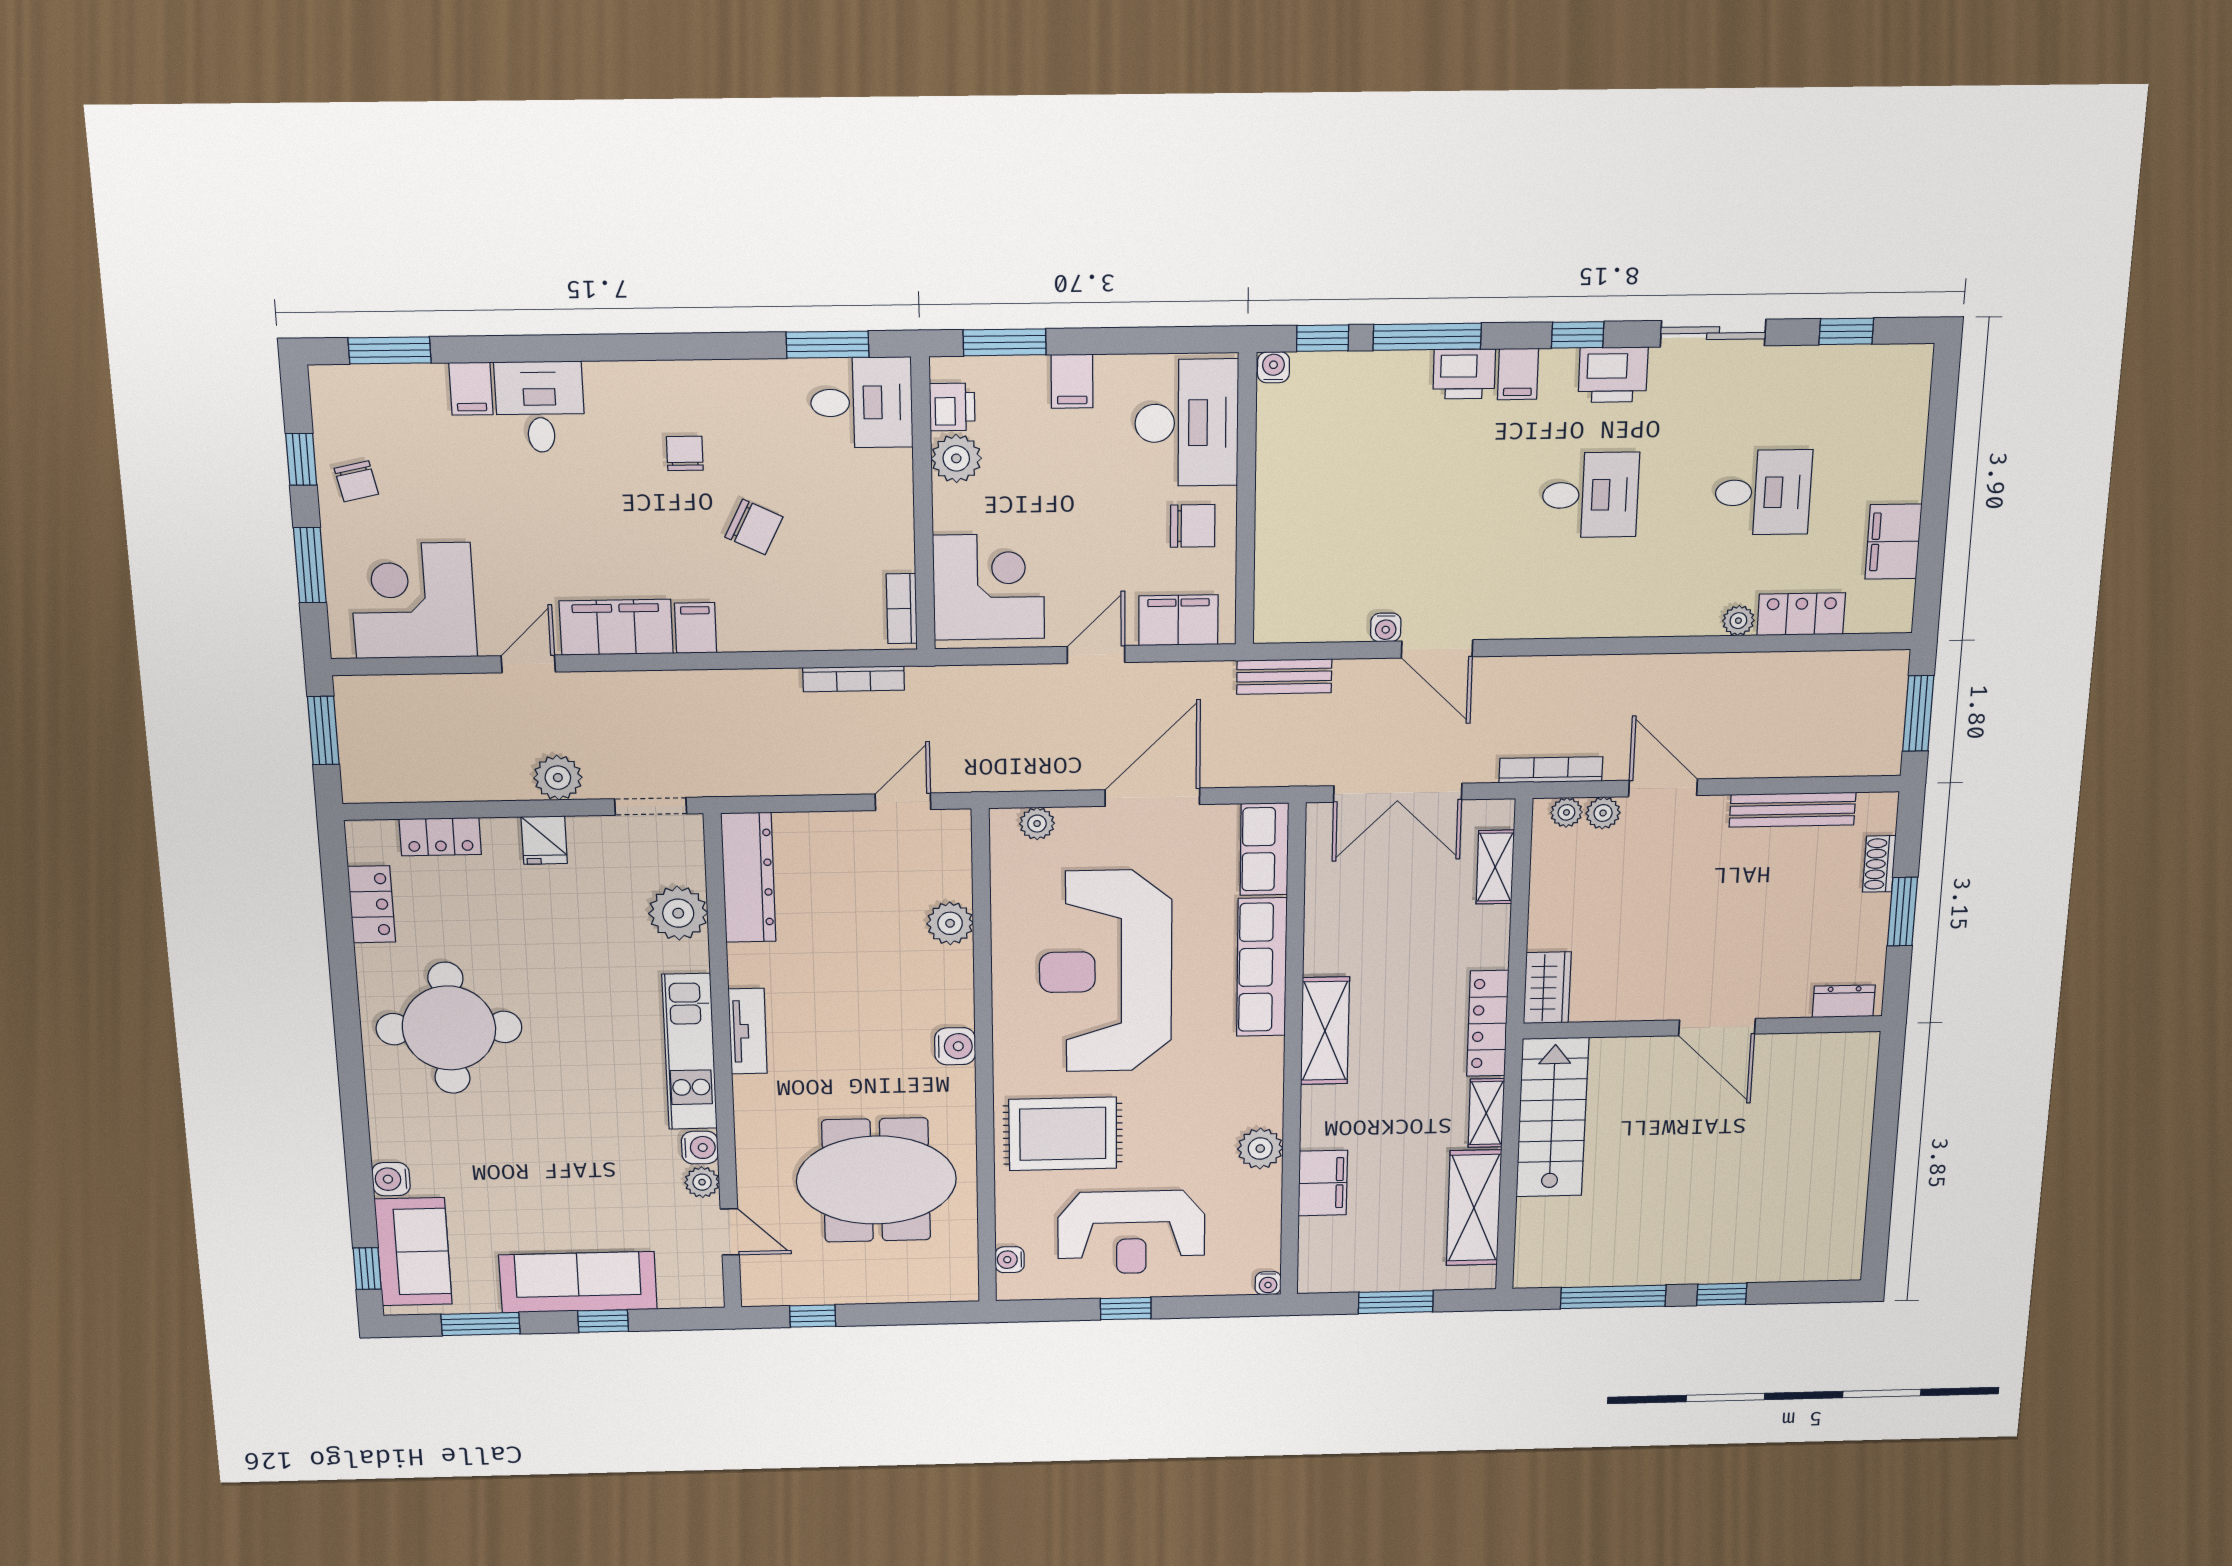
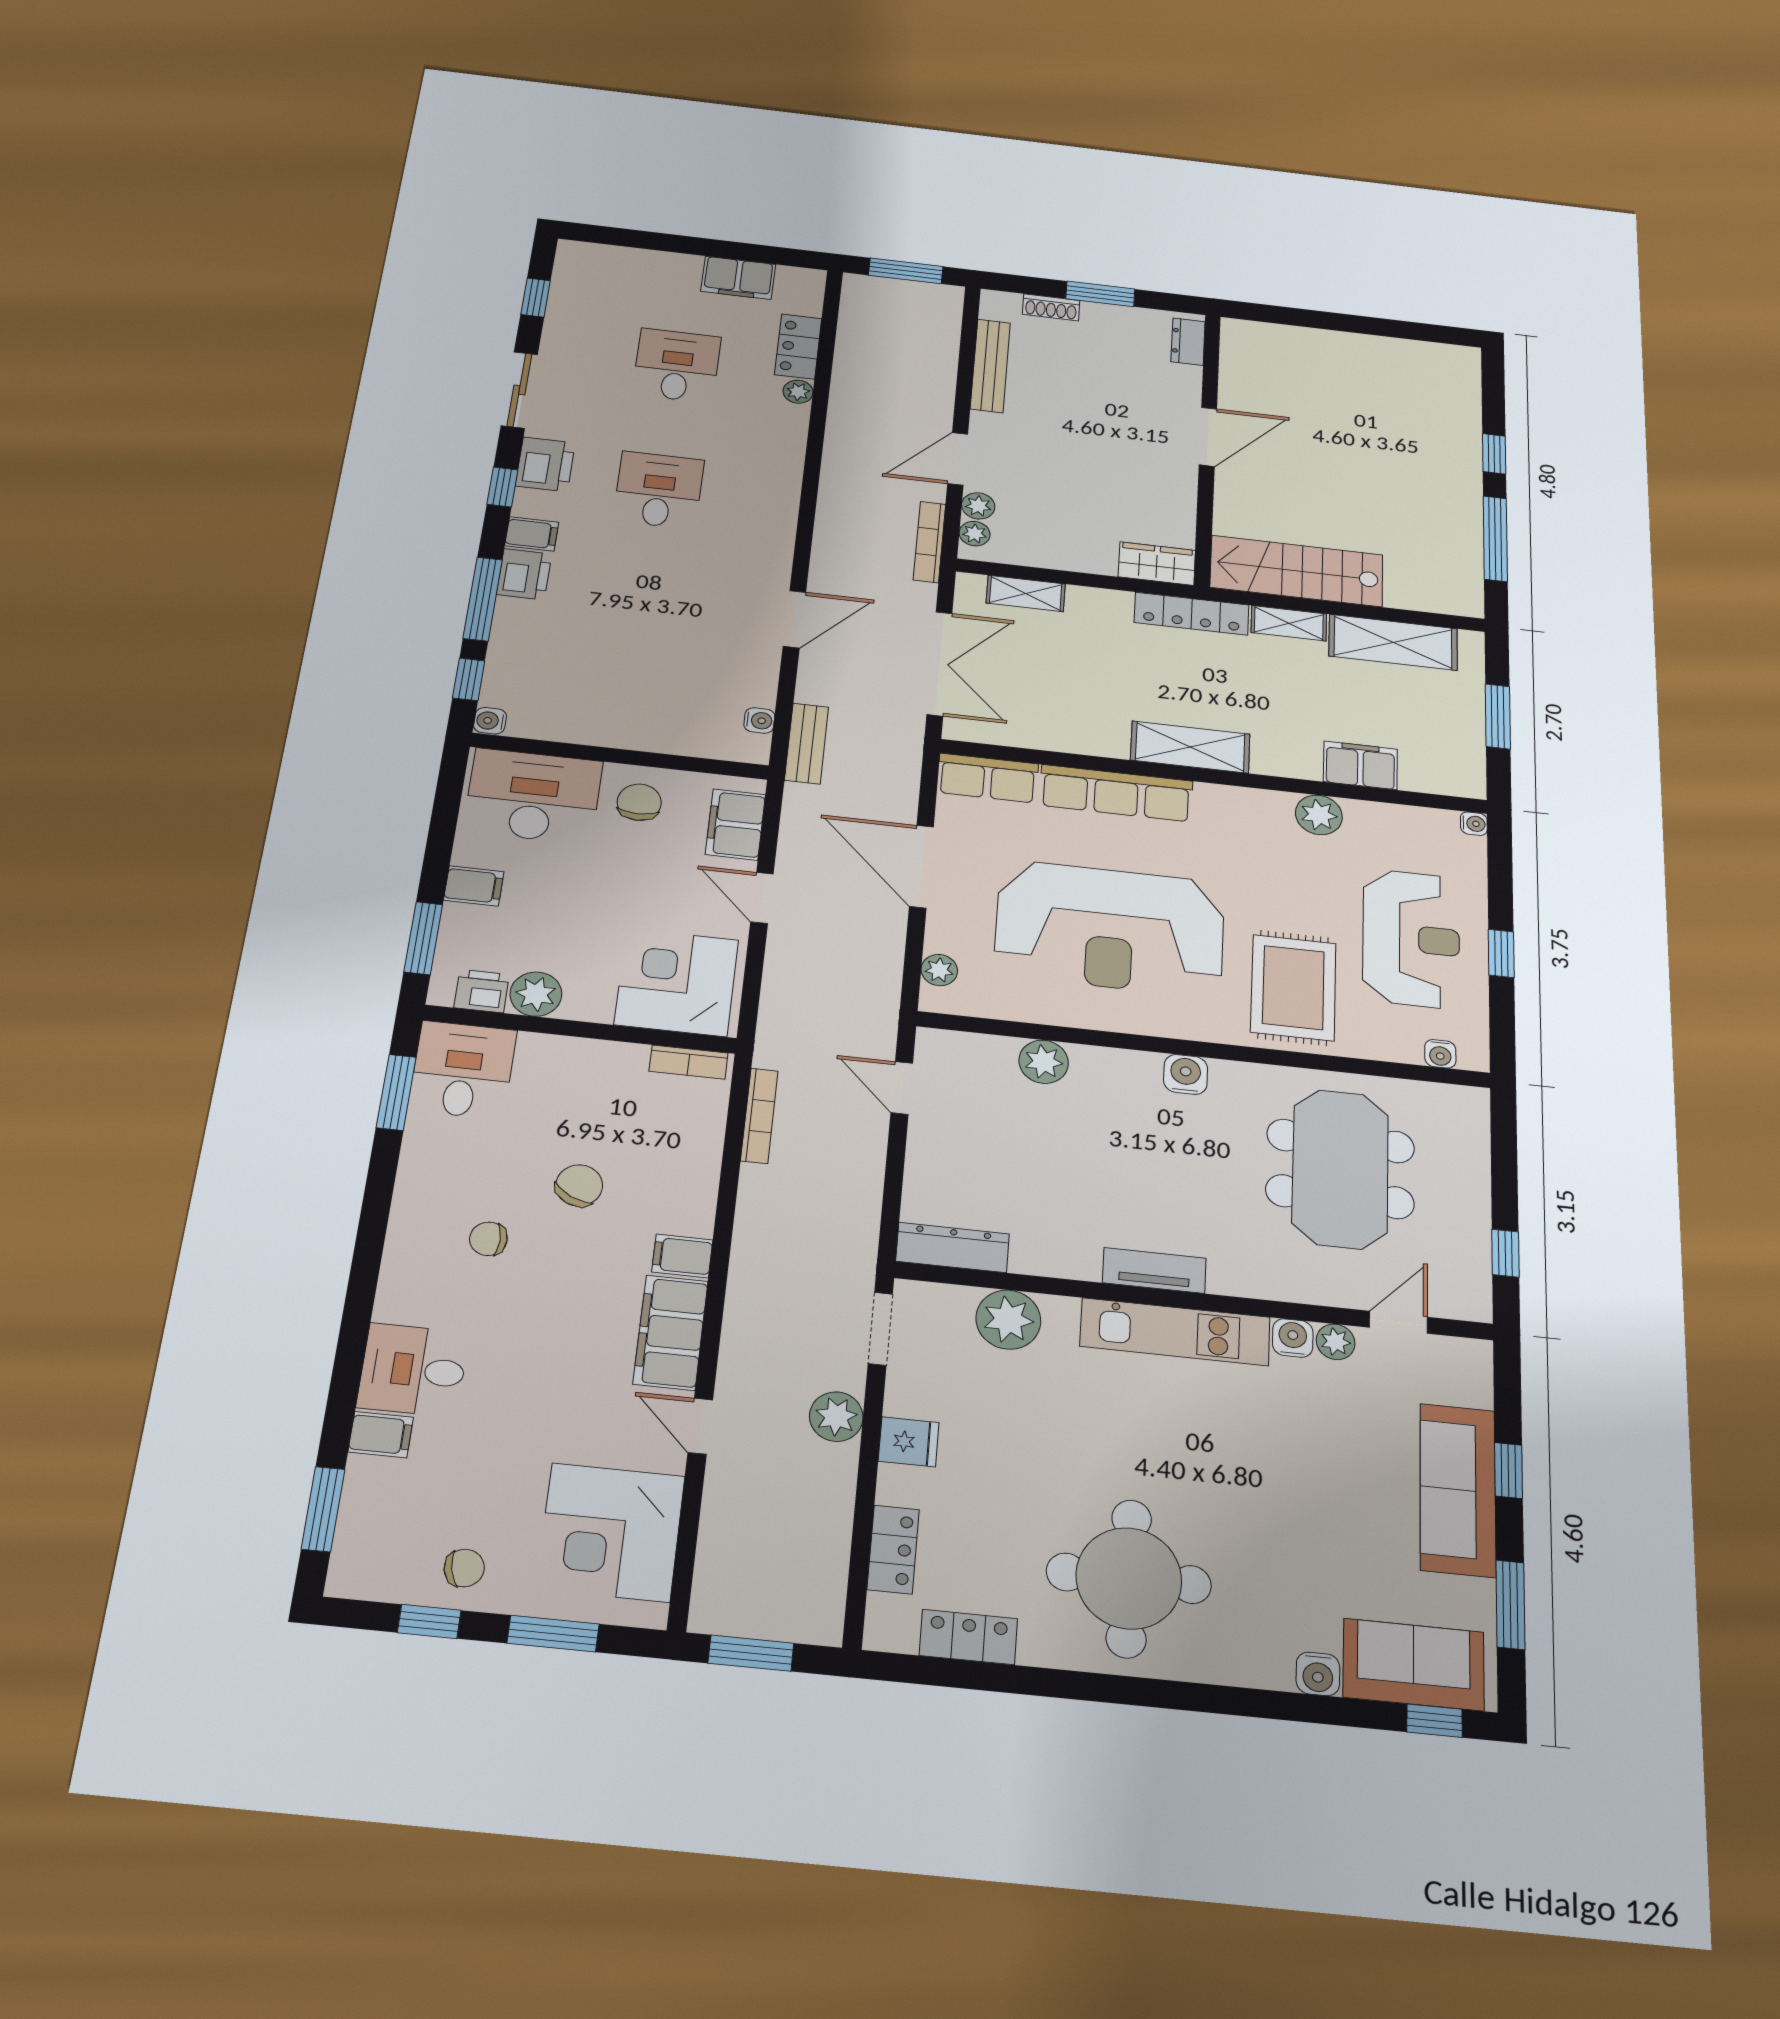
water cooler: (1386, 627) -> (759, 720), moved
dresser: (748, 877) -> (953, 1248), width x0.73, depth x0.80

